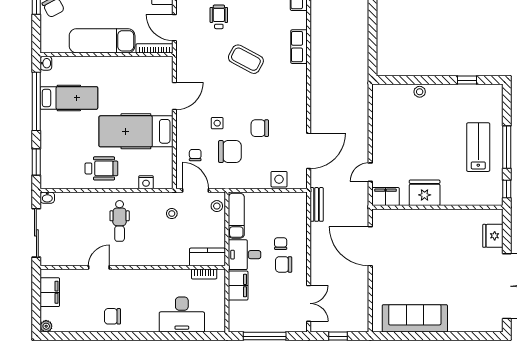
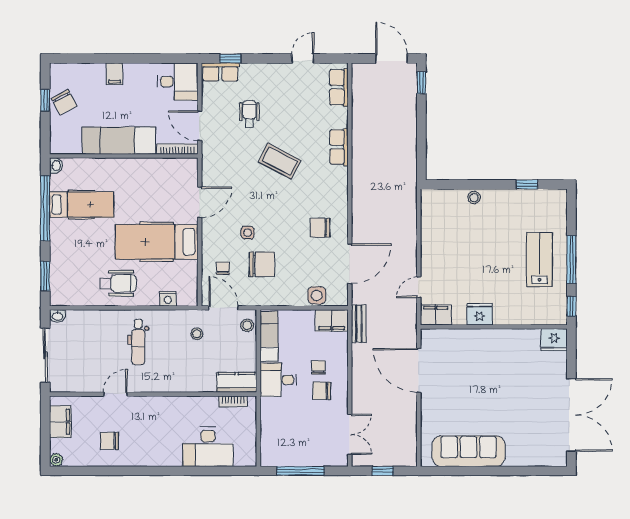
chair: (260, 128) -> (320, 228), moved
fridge: (425, 193) -> (480, 314), width x0.73, depth x0.75
fridge: (493, 236) -> (554, 340), moved, turned -90
filing cabinet: (238, 286) -> (332, 320), moved, turned 90
chair: (112, 316) -> (109, 441), moved

